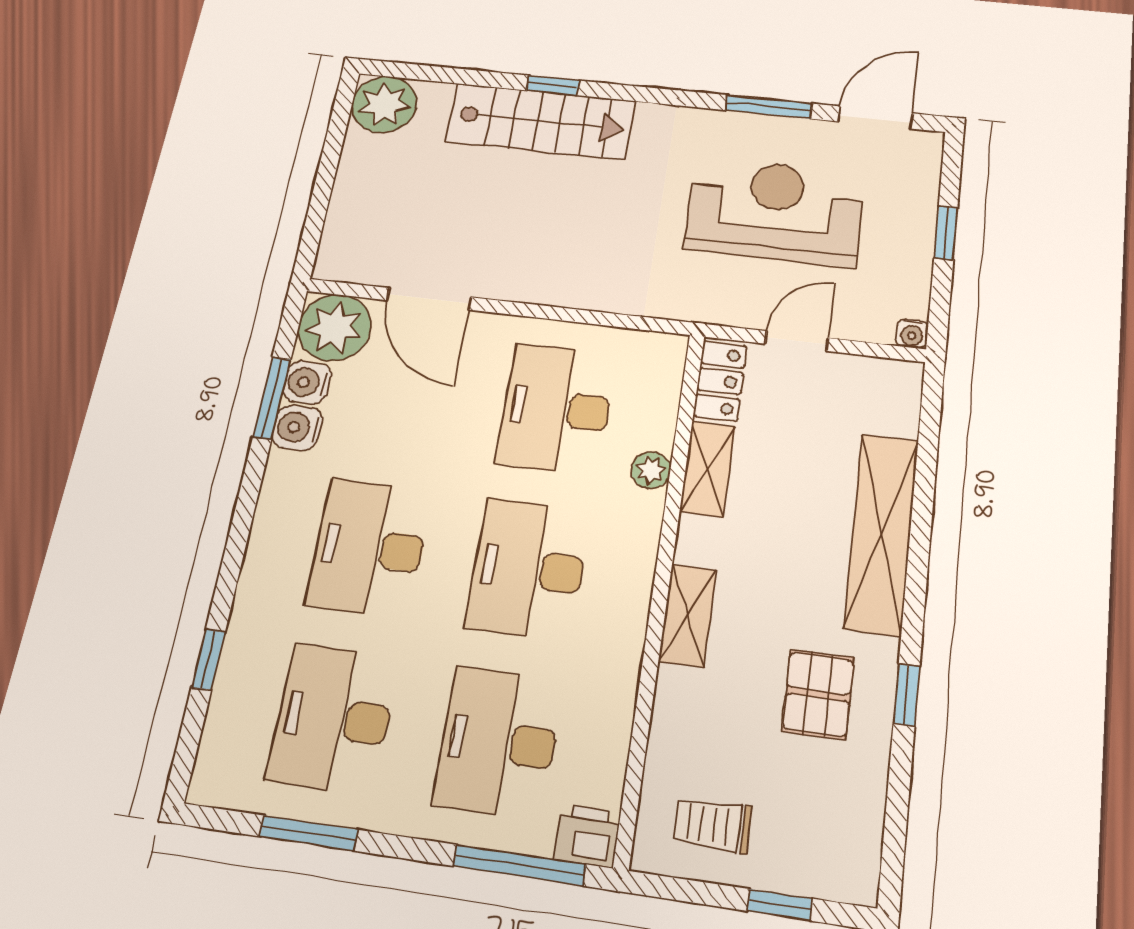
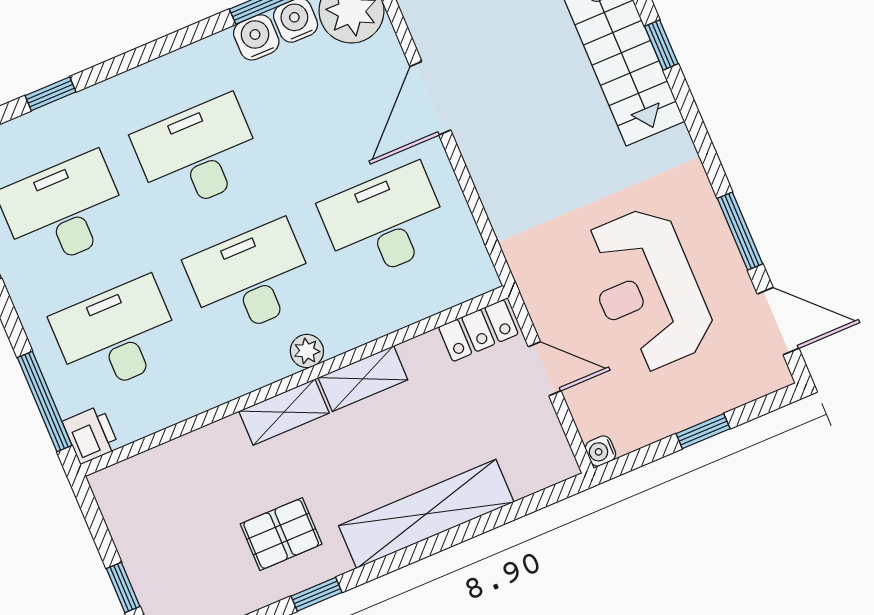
reception desk: (775, 211) -> (647, 290), turned 180
door: (429, 299) -> (430, 98), moved
shelving: (707, 469) -> (363, 379), moved
plant: (651, 470) -> (307, 351), moved
trolley: (713, 825) -> (149, 514), removed

